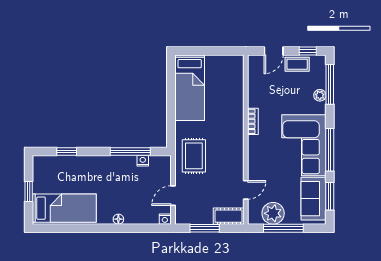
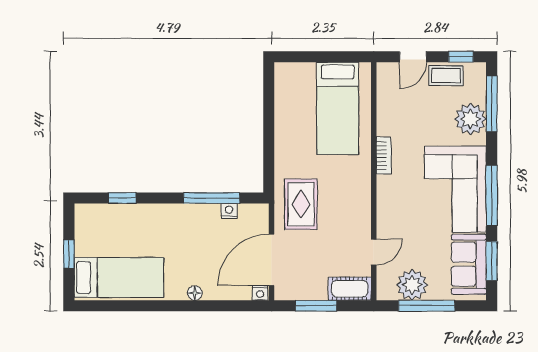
bed: (190, 88) -> (338, 108), moved
plant: (320, 95) -> (470, 119), width x1.87, depth x1.87
door: (173, 196) -> (272, 260), width x1.88

